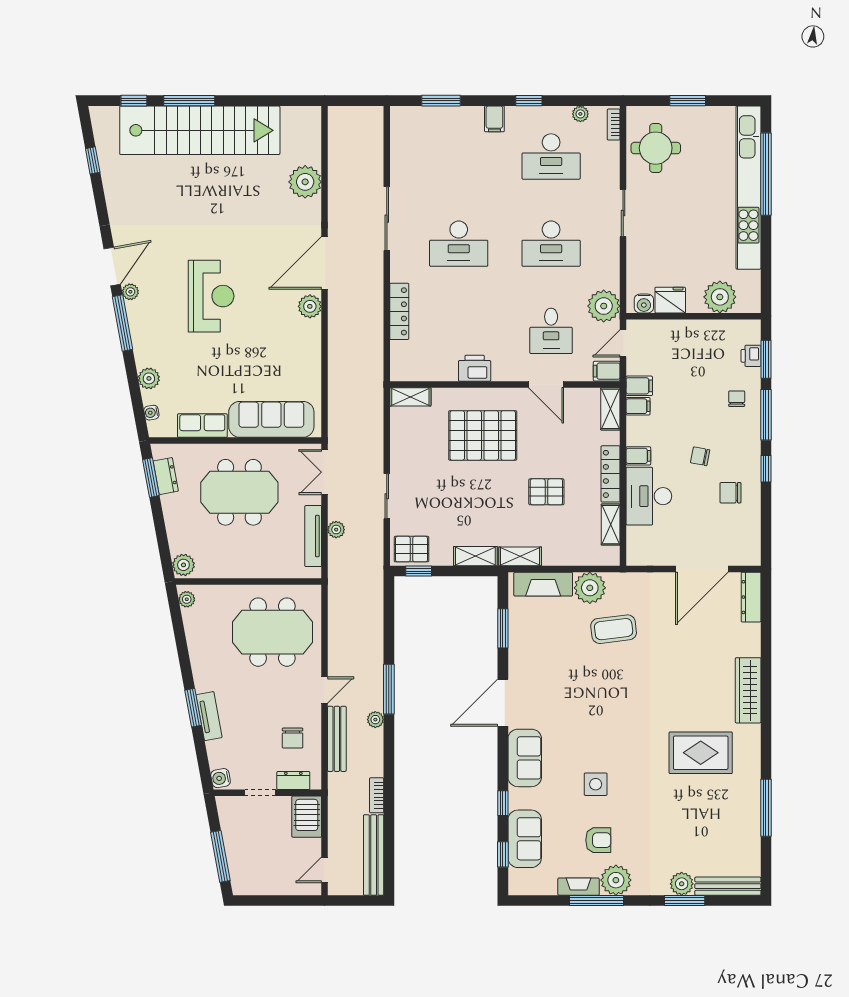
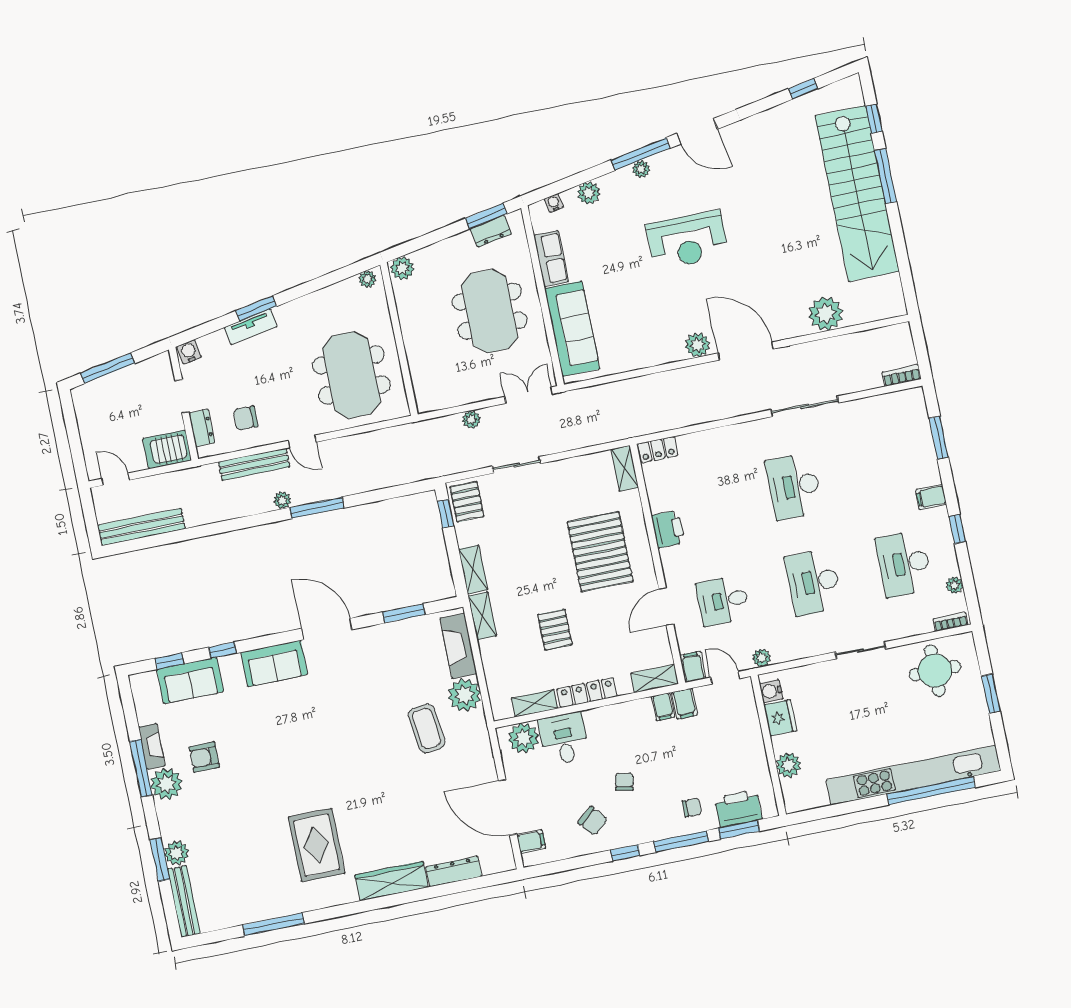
plant: (130, 292) -> (641, 169), moved
plant: (720, 297) -> (788, 765), width x0.73, depth x0.73
plant: (604, 306) -> (762, 658), width x0.53, depth x0.53
locker: (399, 311) -> (658, 450), moved, width x0.66
printer: (751, 356) -> (738, 809), width x1.87, depth x1.48
filing cabinet: (638, 456) -> (531, 842), moved, turned -90
chair: (730, 493) -> (593, 821), turned 140
desk: (649, 496) -> (564, 739), width x0.73
tv unit: (313, 536) -> (460, 397), removed
plant: (641, 541) -> (523, 738), added
dresser: (751, 597) -> (454, 872), moved
side table: (596, 784) -> (262, 743), removed
bookcase: (377, 795) -> (902, 376), moved
armchair: (598, 840) -> (204, 757), turned 90

